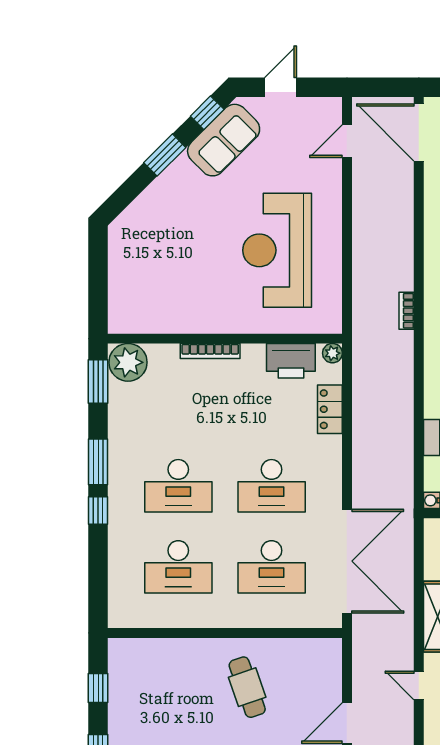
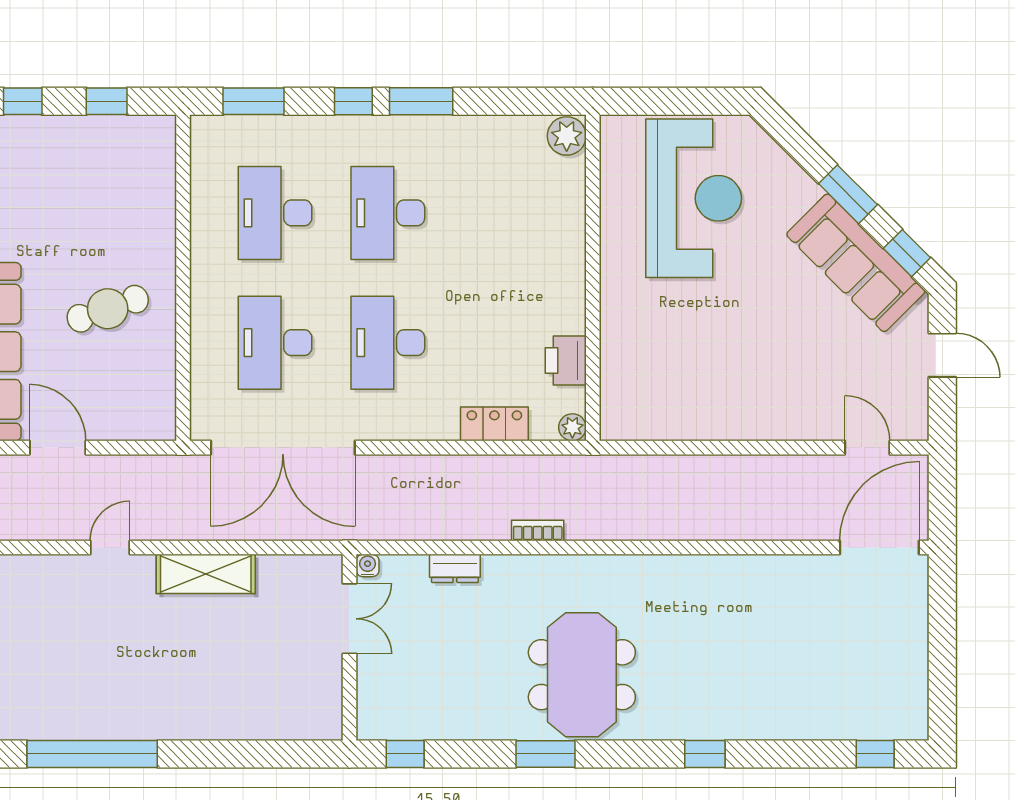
sofa: (224, 140) -> (856, 263), width x1.36
reception desk: (277, 250) -> (694, 198), moved, turned 90
bookcase: (407, 311) -> (538, 530), moved
bookcase: (210, 351) -> (575, 257), removed
printer: (291, 361) -> (566, 360), width x0.73, depth x0.84
plant: (128, 362) -> (567, 136), width x0.73, depth x0.73
window: (98, 381) -> (253, 101), moved

